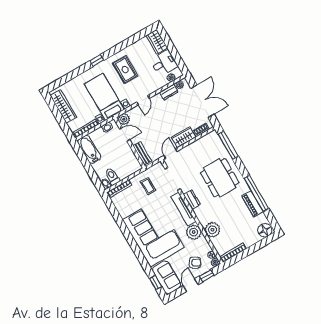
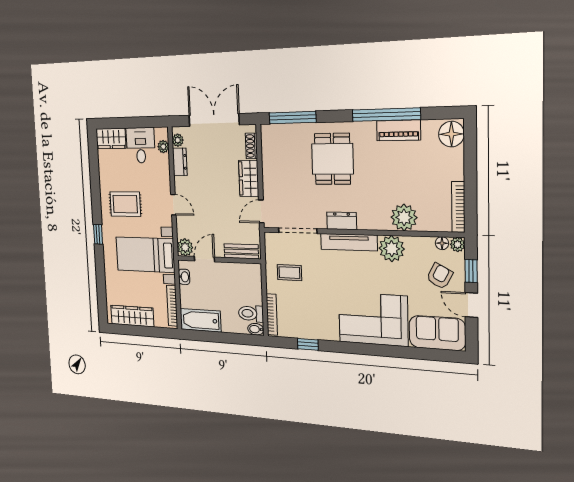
door: (170, 154) -> (261, 211), hinge flipped
dining table: (220, 178) -> (332, 159), width x0.73
corner sofa: (153, 234) -> (373, 319), width x0.73, depth x0.74
window: (156, 282) -> (308, 344), moved

